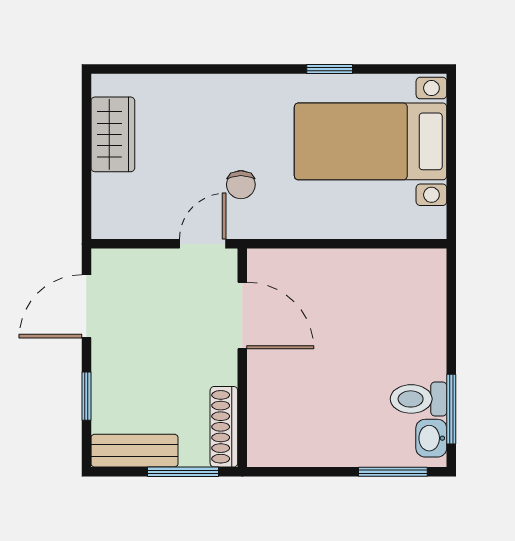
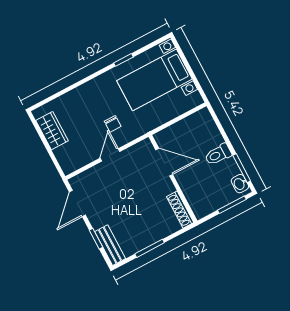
door: (242, 316) -> (164, 162), moved
wall: (242, 358) -> (173, 179), moved
toilet: (418, 399) -> (218, 154), moved
shoe rack: (224, 427) -> (180, 210), moved
bench: (134, 451) -> (110, 245), moved, turned 90

